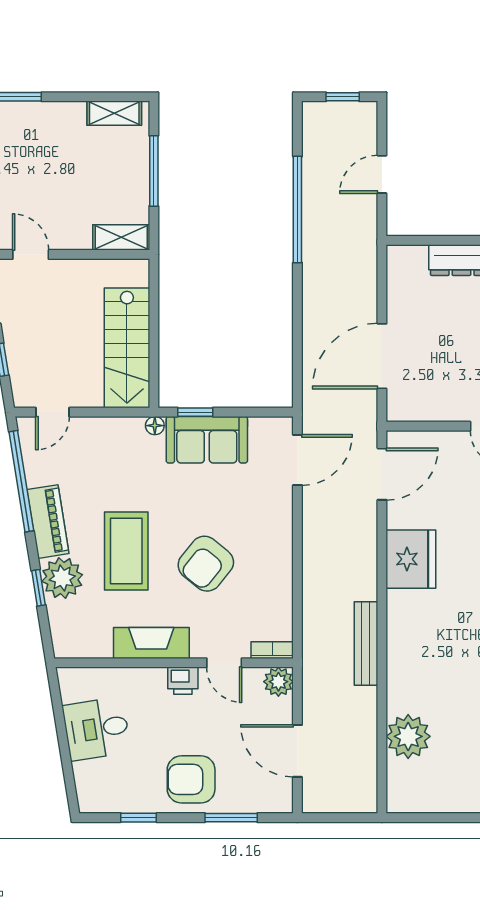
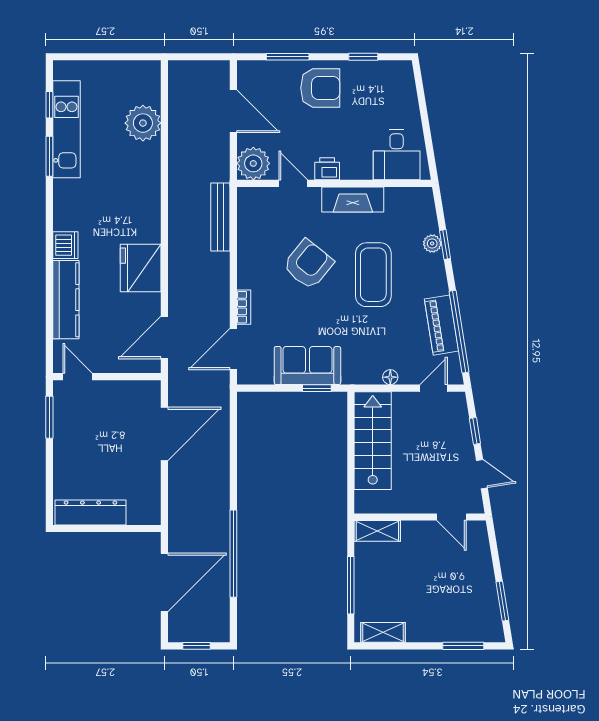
door: (382, 174) -> (164, 582), width x1.87
floor lamp: (155, 426) -> (390, 377), moved
piano: (48, 522) -> (441, 325), moved
plant: (62, 578) -> (432, 244), width x0.53, depth x0.53
bench: (366, 644) -> (220, 217), moved
bookcase: (272, 650) -> (244, 307), moved, turned -90
plant: (278, 682) -> (253, 163), width x1.36, depth x1.36
desk: (97, 729) -> (397, 155), moved, turned 99

